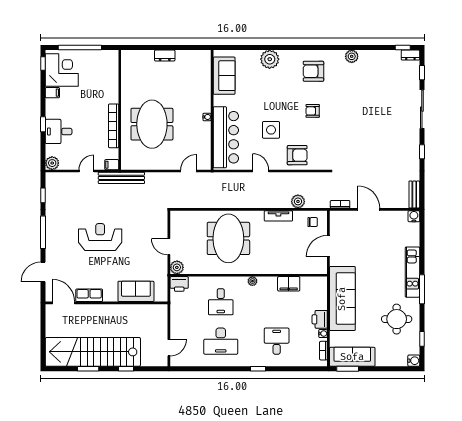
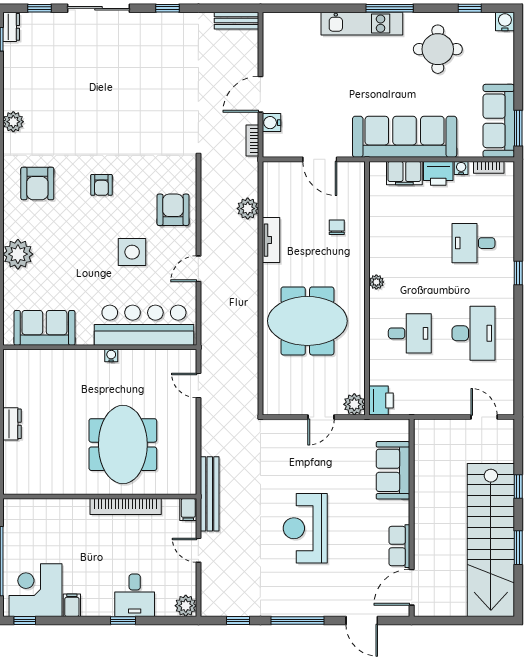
meeting table: (152, 124) -> (123, 445), turned 90
water cooler: (414, 216) -> (272, 123), moved
chair: (313, 222) -> (337, 227), moved
filing cabinet: (289, 284) -> (404, 173), moved, turned 90

